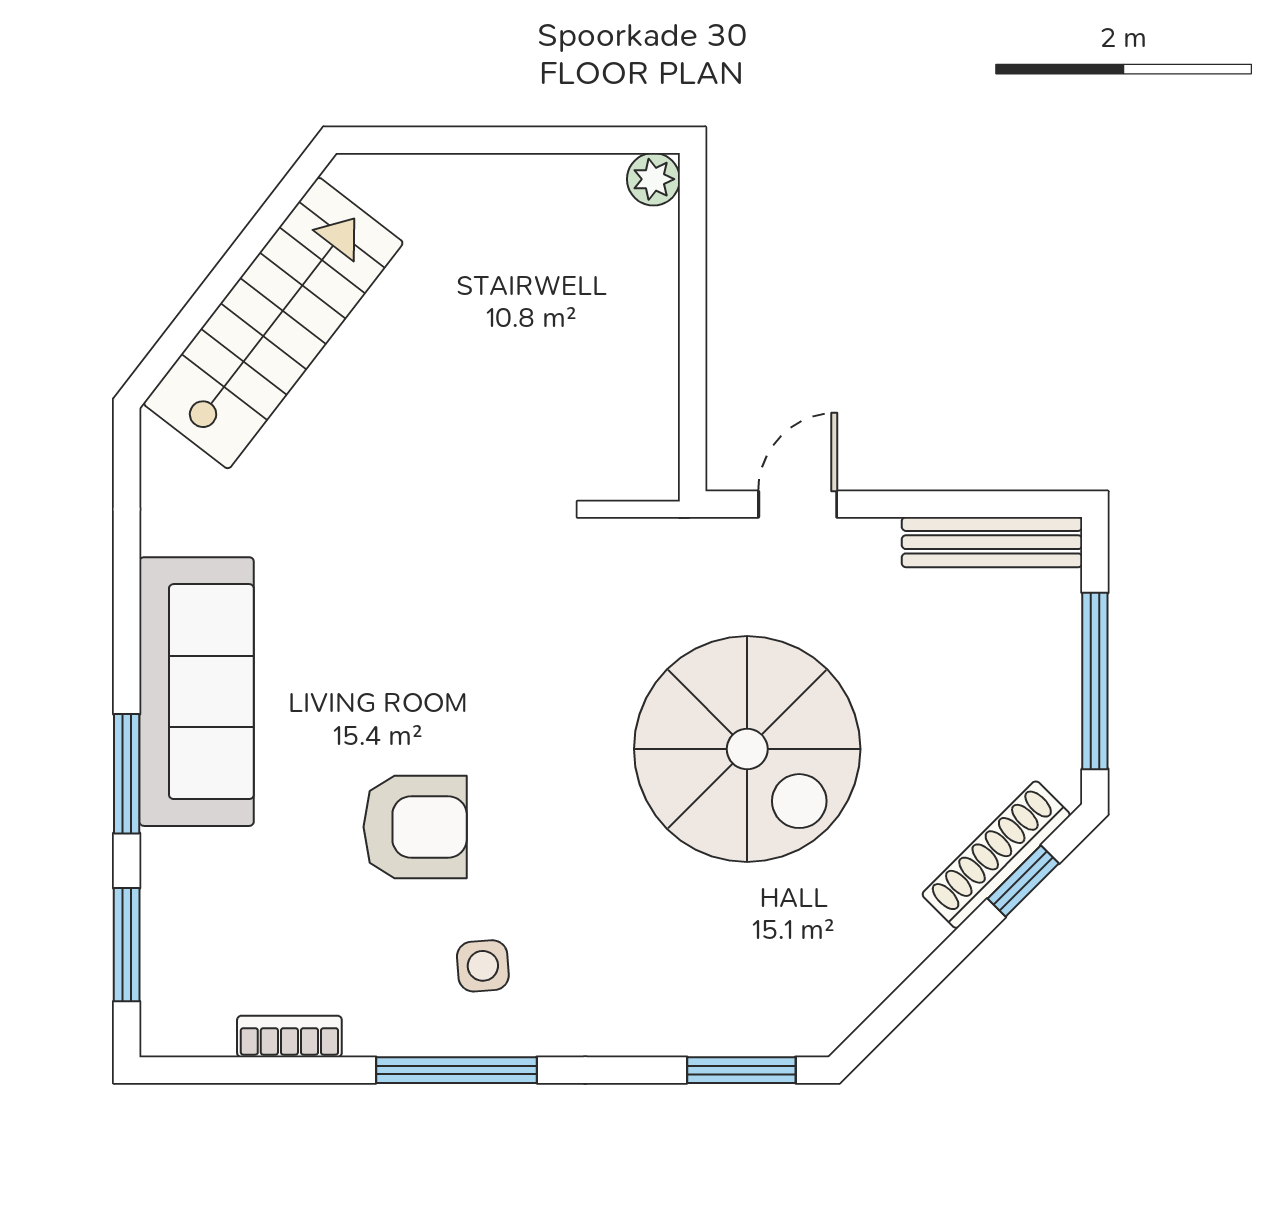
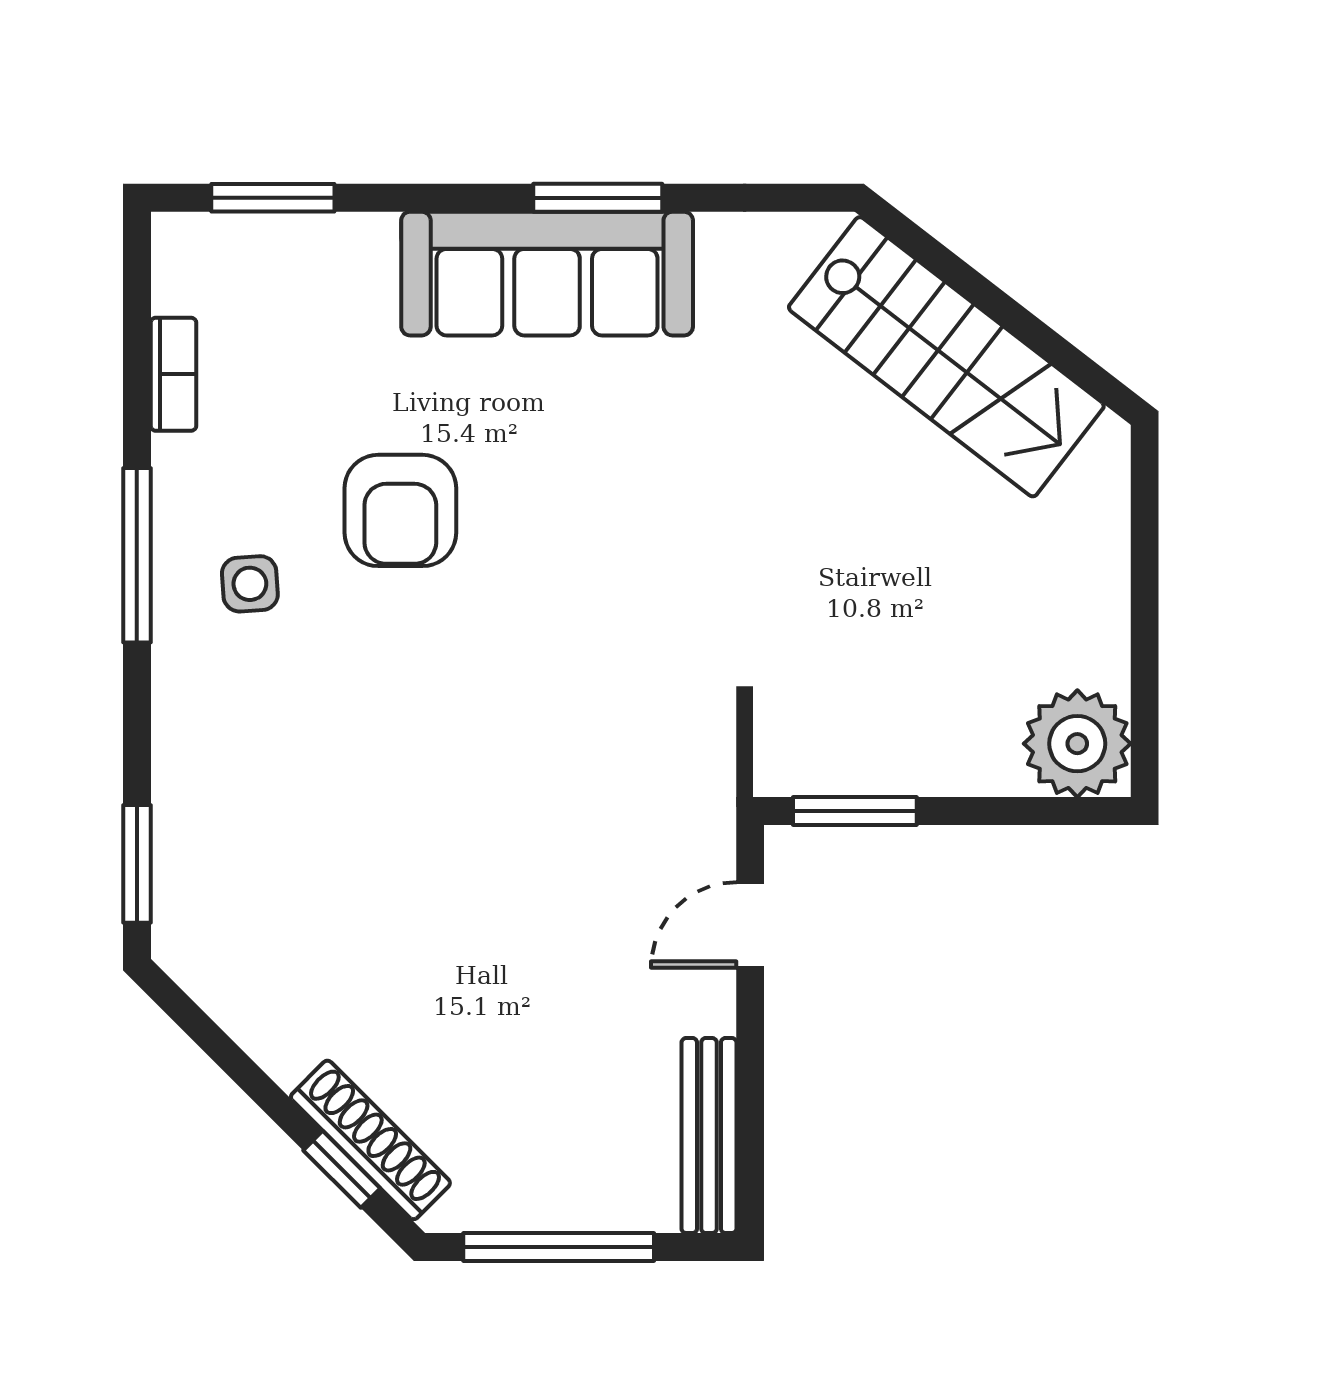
plant: (653, 179) -> (1077, 744), width x1.88, depth x1.88
window: (693, 408) -> (855, 811), added
door: (798, 504) -> (750, 925), swing flipped
spiral stairs: (747, 749) -> (485, 870), removed
window: (127, 774) -> (598, 198), moved

